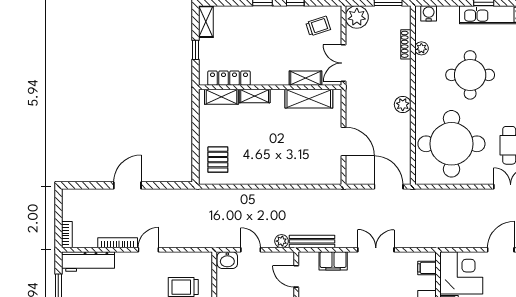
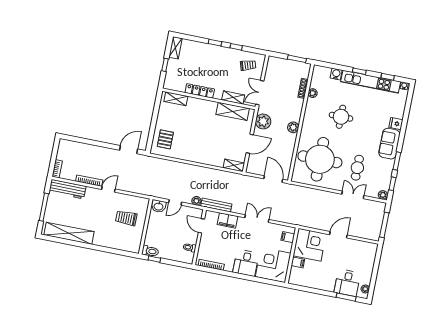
water cooler: (429, 13) -> (336, 74), moved
plant: (357, 17) -> (263, 121), moved
round table: (470, 75) -> (341, 117), width x0.73, depth x0.73
locker: (229, 78) -> (200, 91), moved
shelving: (255, 96) -> (234, 165), moved
door: (343, 141) -> (250, 144), hinge flipped
door: (127, 185) -> (129, 150), moved
door: (251, 250) -> (175, 202), swing flipped

